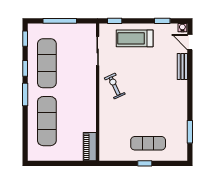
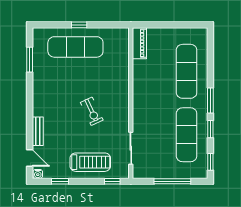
exercise bike: (115, 86) -> (92, 111), moved
exercise mat: (148, 143) -> (75, 47), width x1.36, depth x1.45

